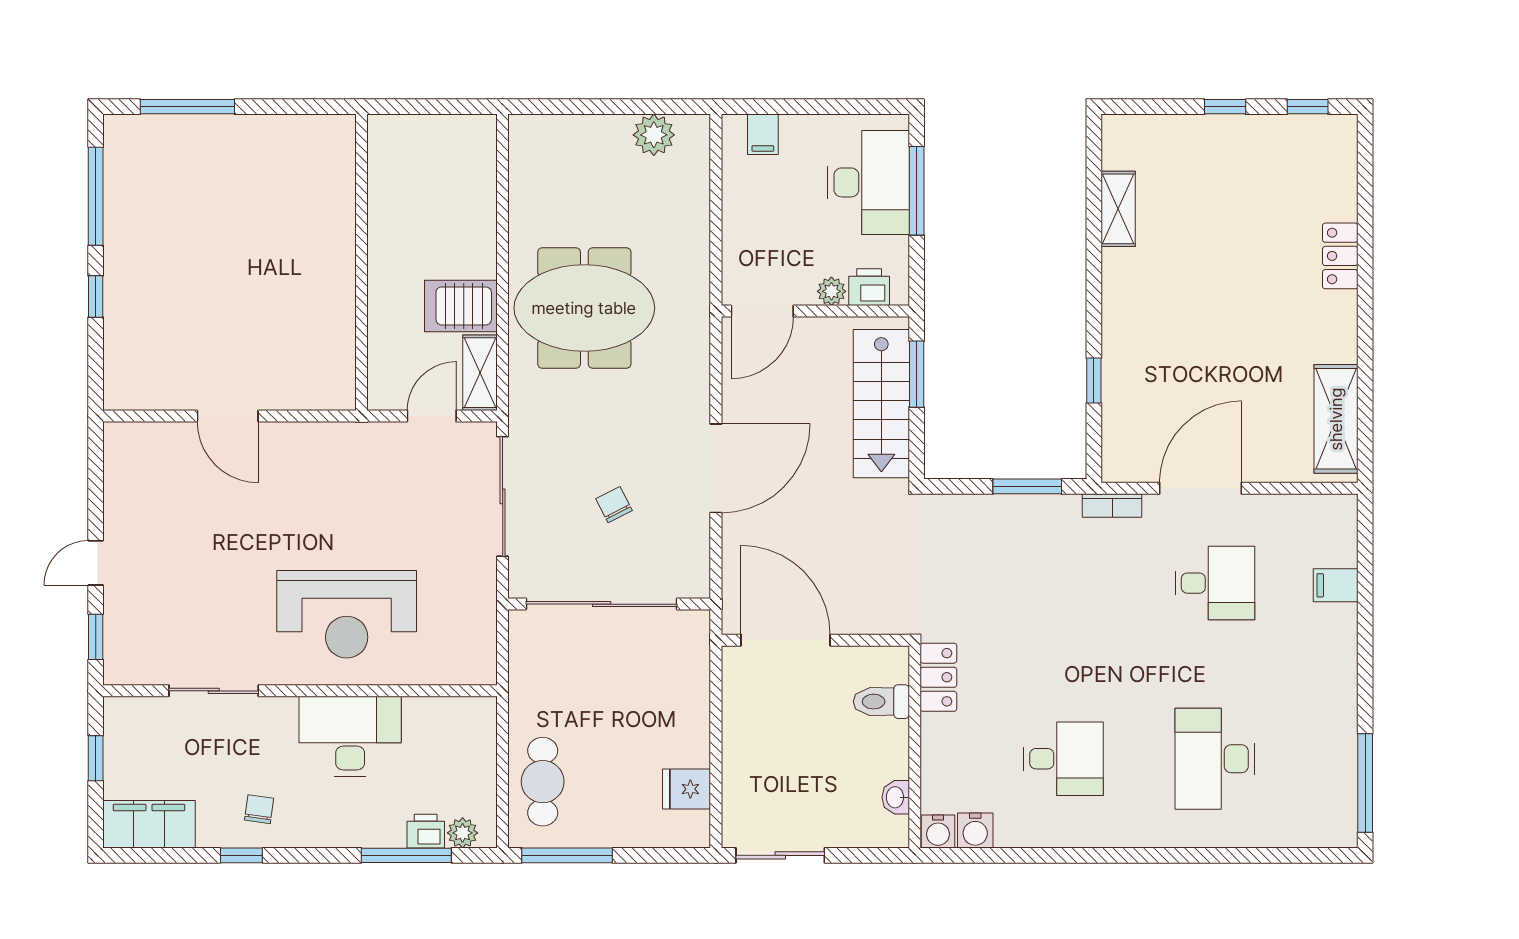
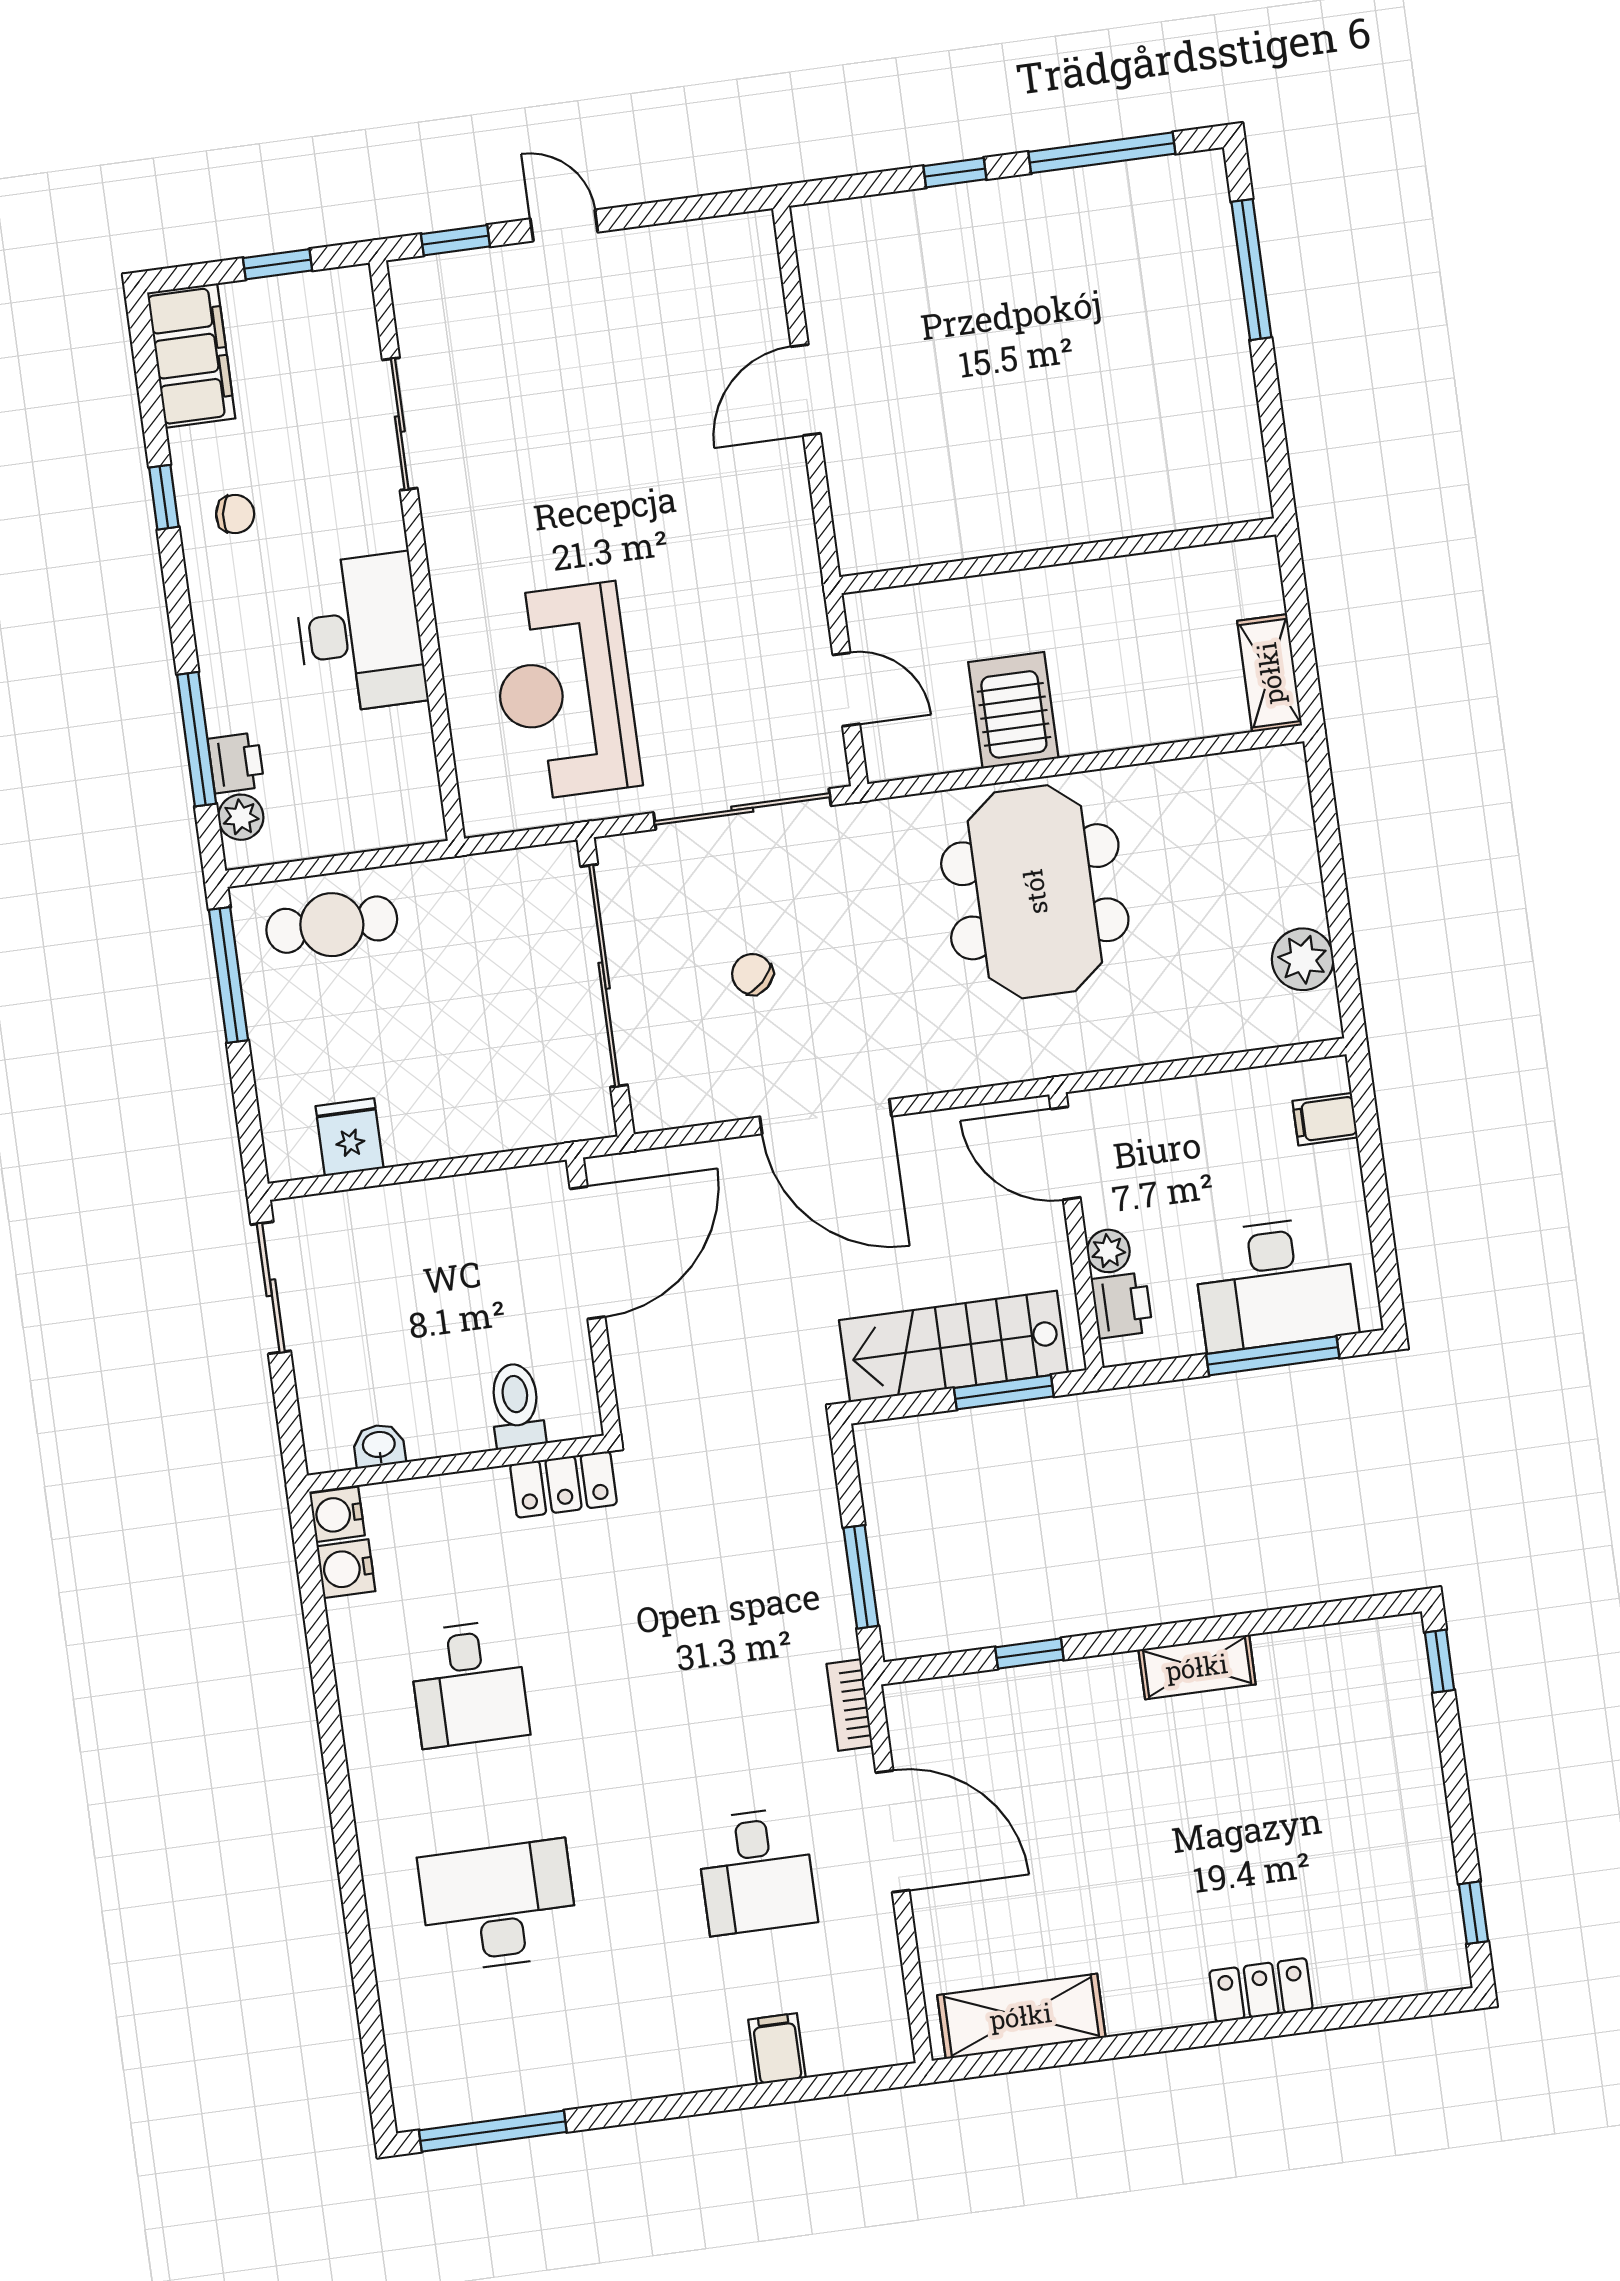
window: (1225, 107) -> (1439, 1661), moved
shelving: (1118, 209) -> (1197, 1667), moved
shelving: (480, 373) -> (1270, 673), moved, turned 90
chair: (614, 505) -> (752, 974), turned -107
reception desk: (347, 614) -> (565, 692), moved

